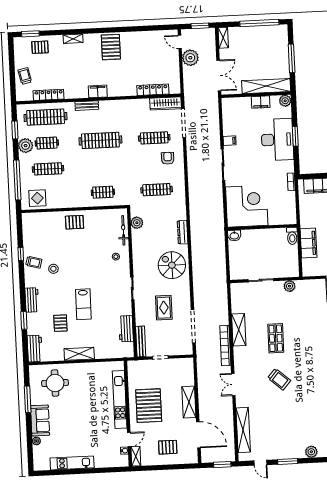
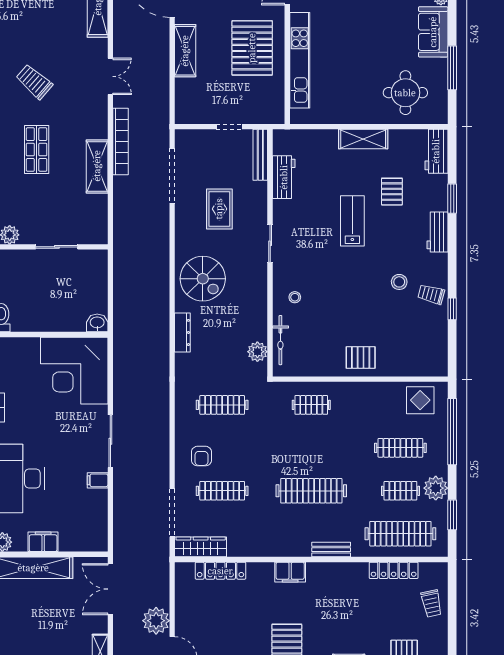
filing cabinet: (98, 91) -> (290, 572), moved

